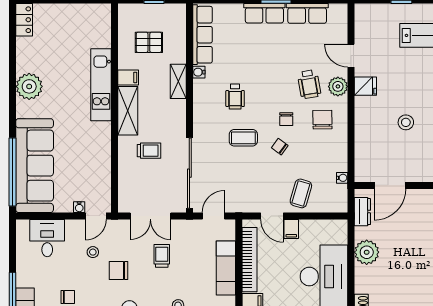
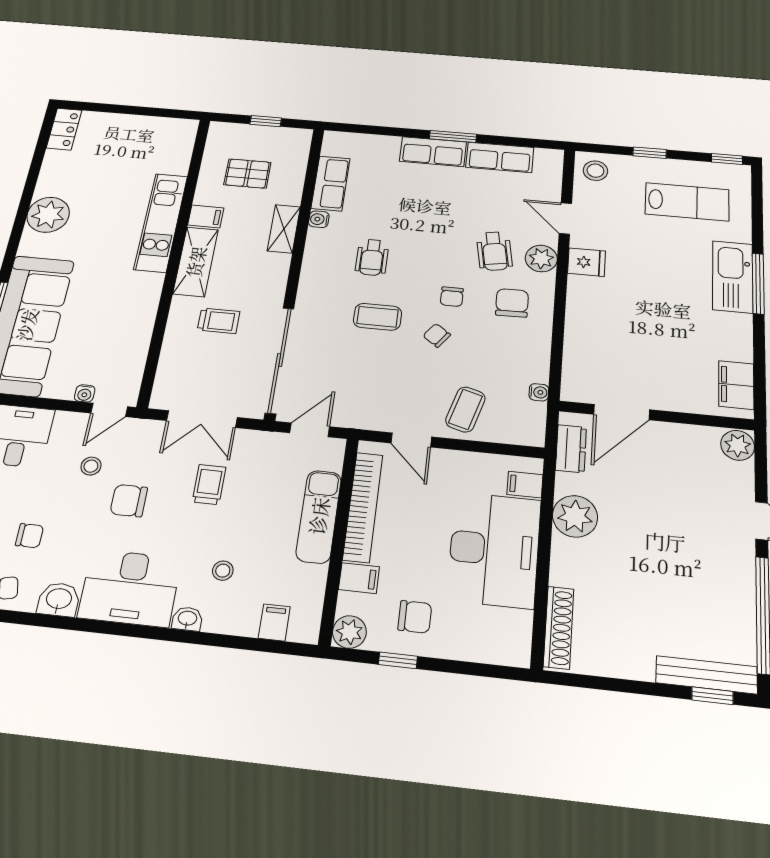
row of seats: (203, 35) -> (331, 183), width x0.68
stool: (406, 122) -> (595, 171), moved
filing cabinet: (291, 229) -> (525, 485), moved, turned 90

